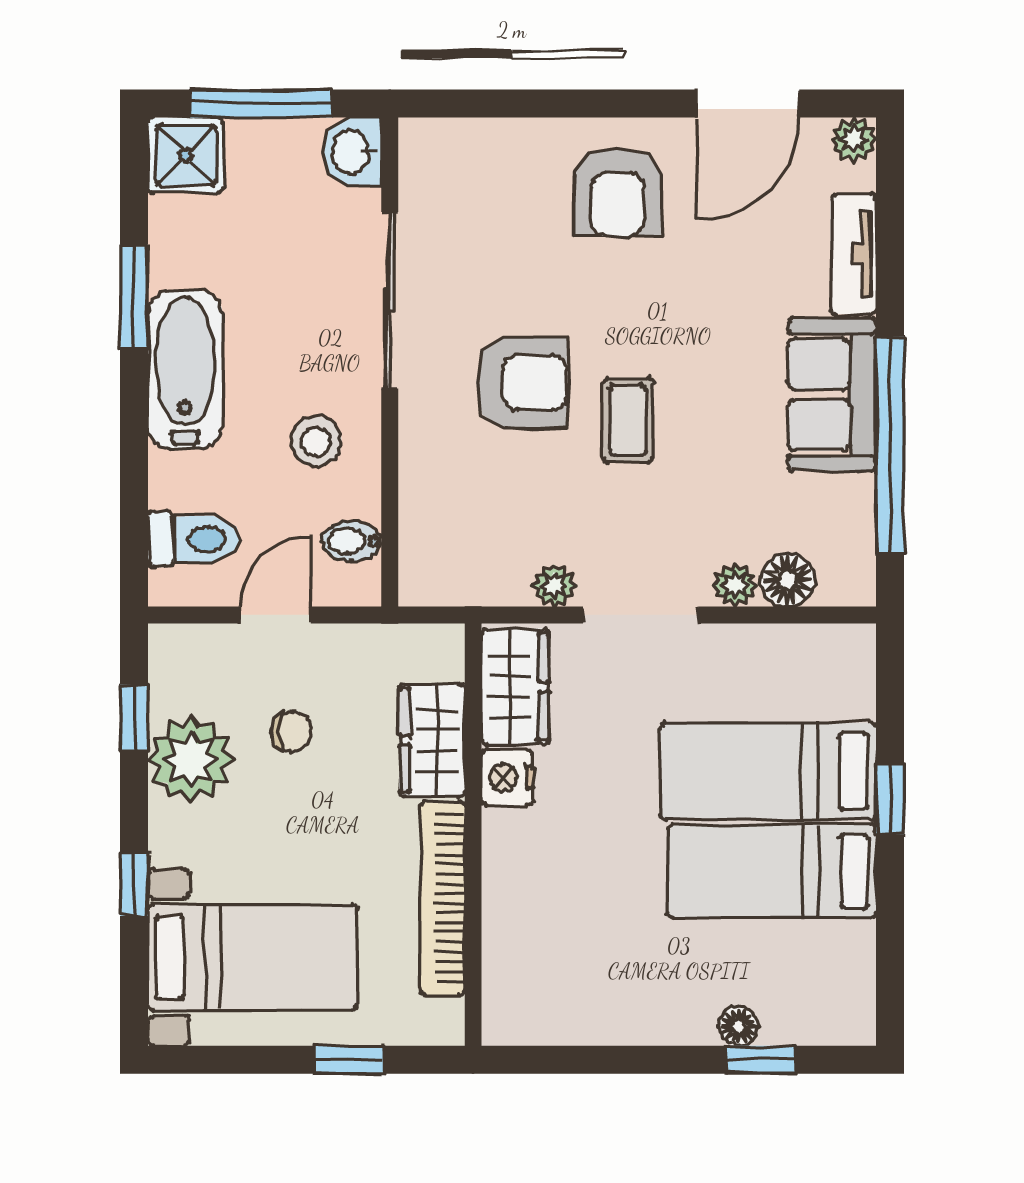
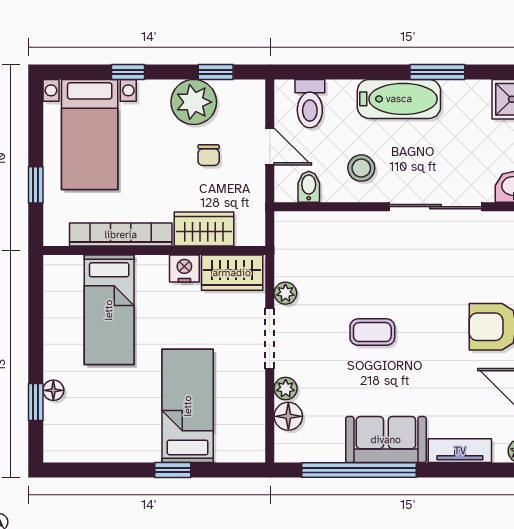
armchair: (522, 383) -> (392, 276), removed
bed: (772, 871) -> (109, 310), moved, turned 180

